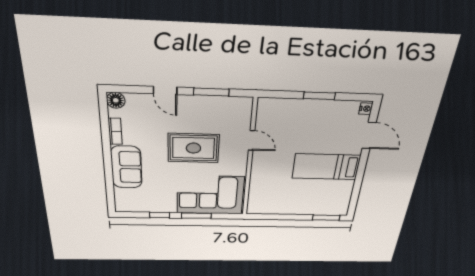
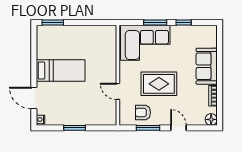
armchair: (218, 113) -> (143, 112), added

